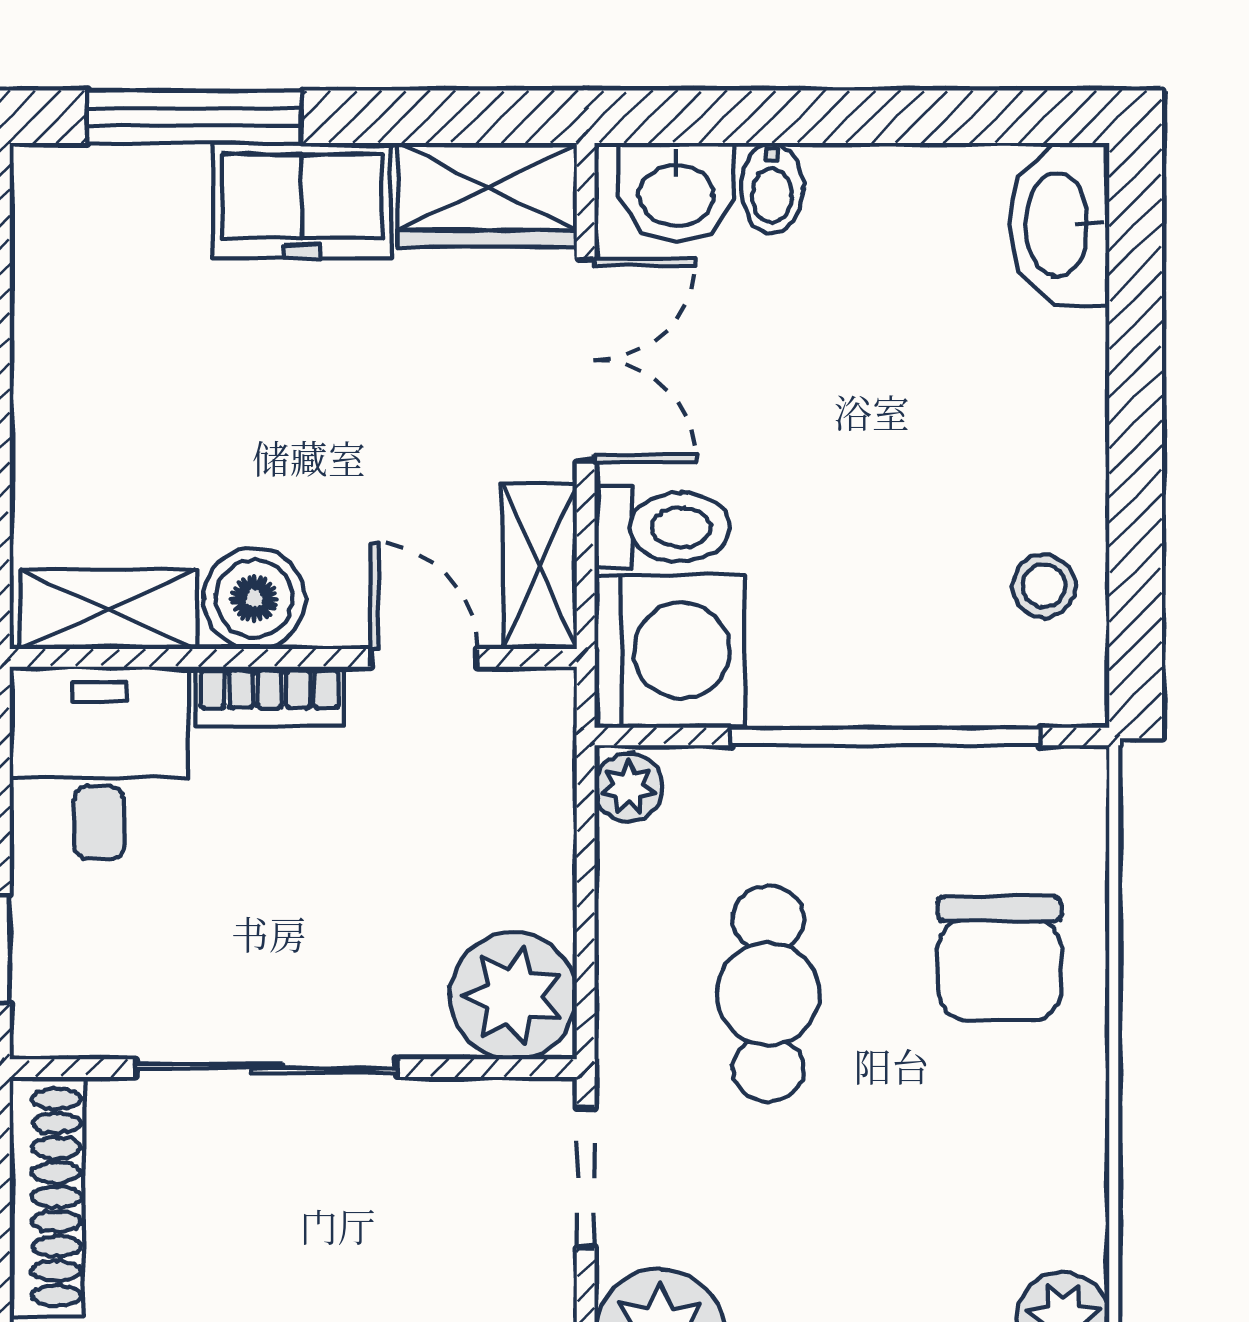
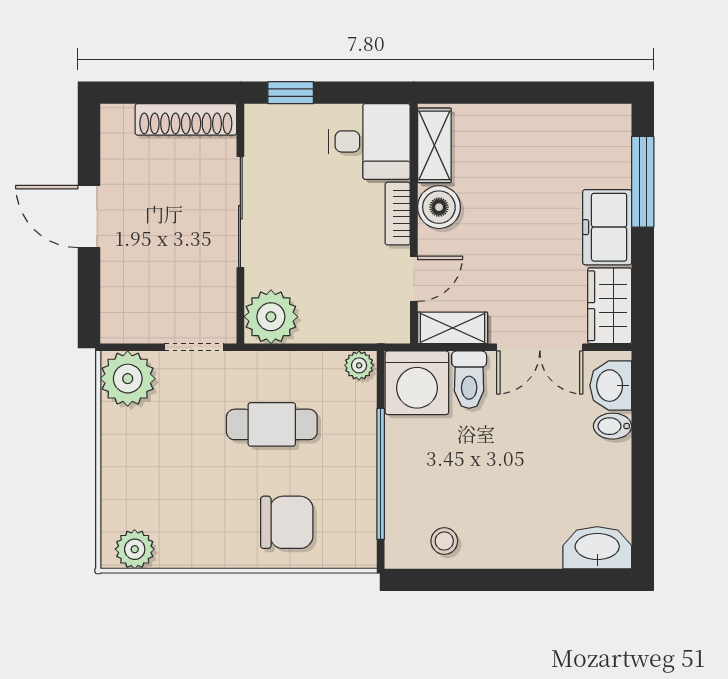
chair: (1000, 958) -> (287, 522), turned 180

